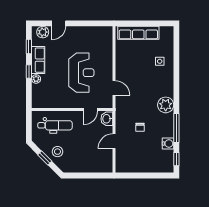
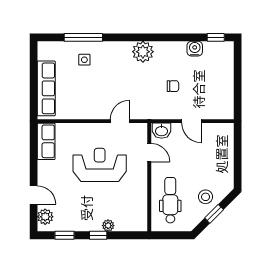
row of seats: (38, 60) -> (46, 141), moved, turned 90
window: (176, 128) -> (83, 37), moved

